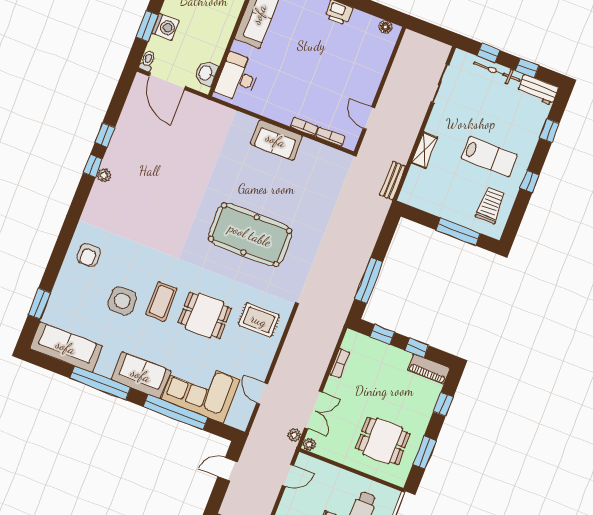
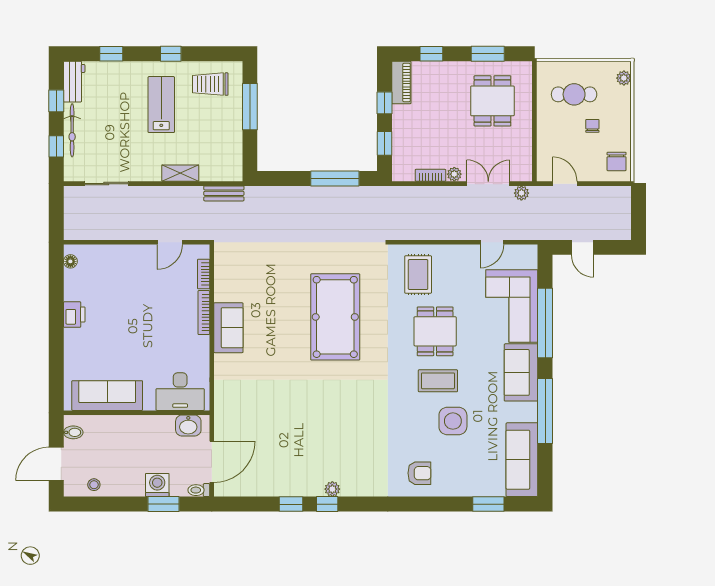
bookcase: (304, 127) -> (204, 313), width x1.56
plant: (309, 444) -> (454, 174), moved

